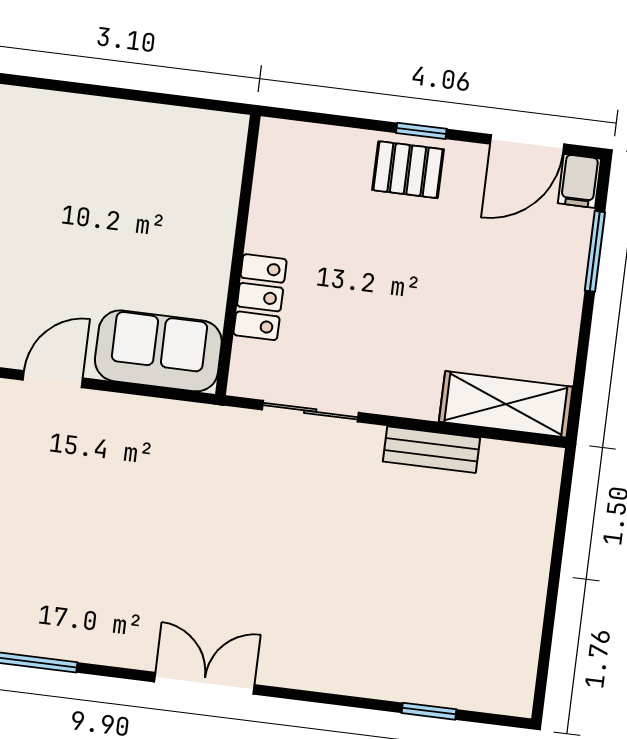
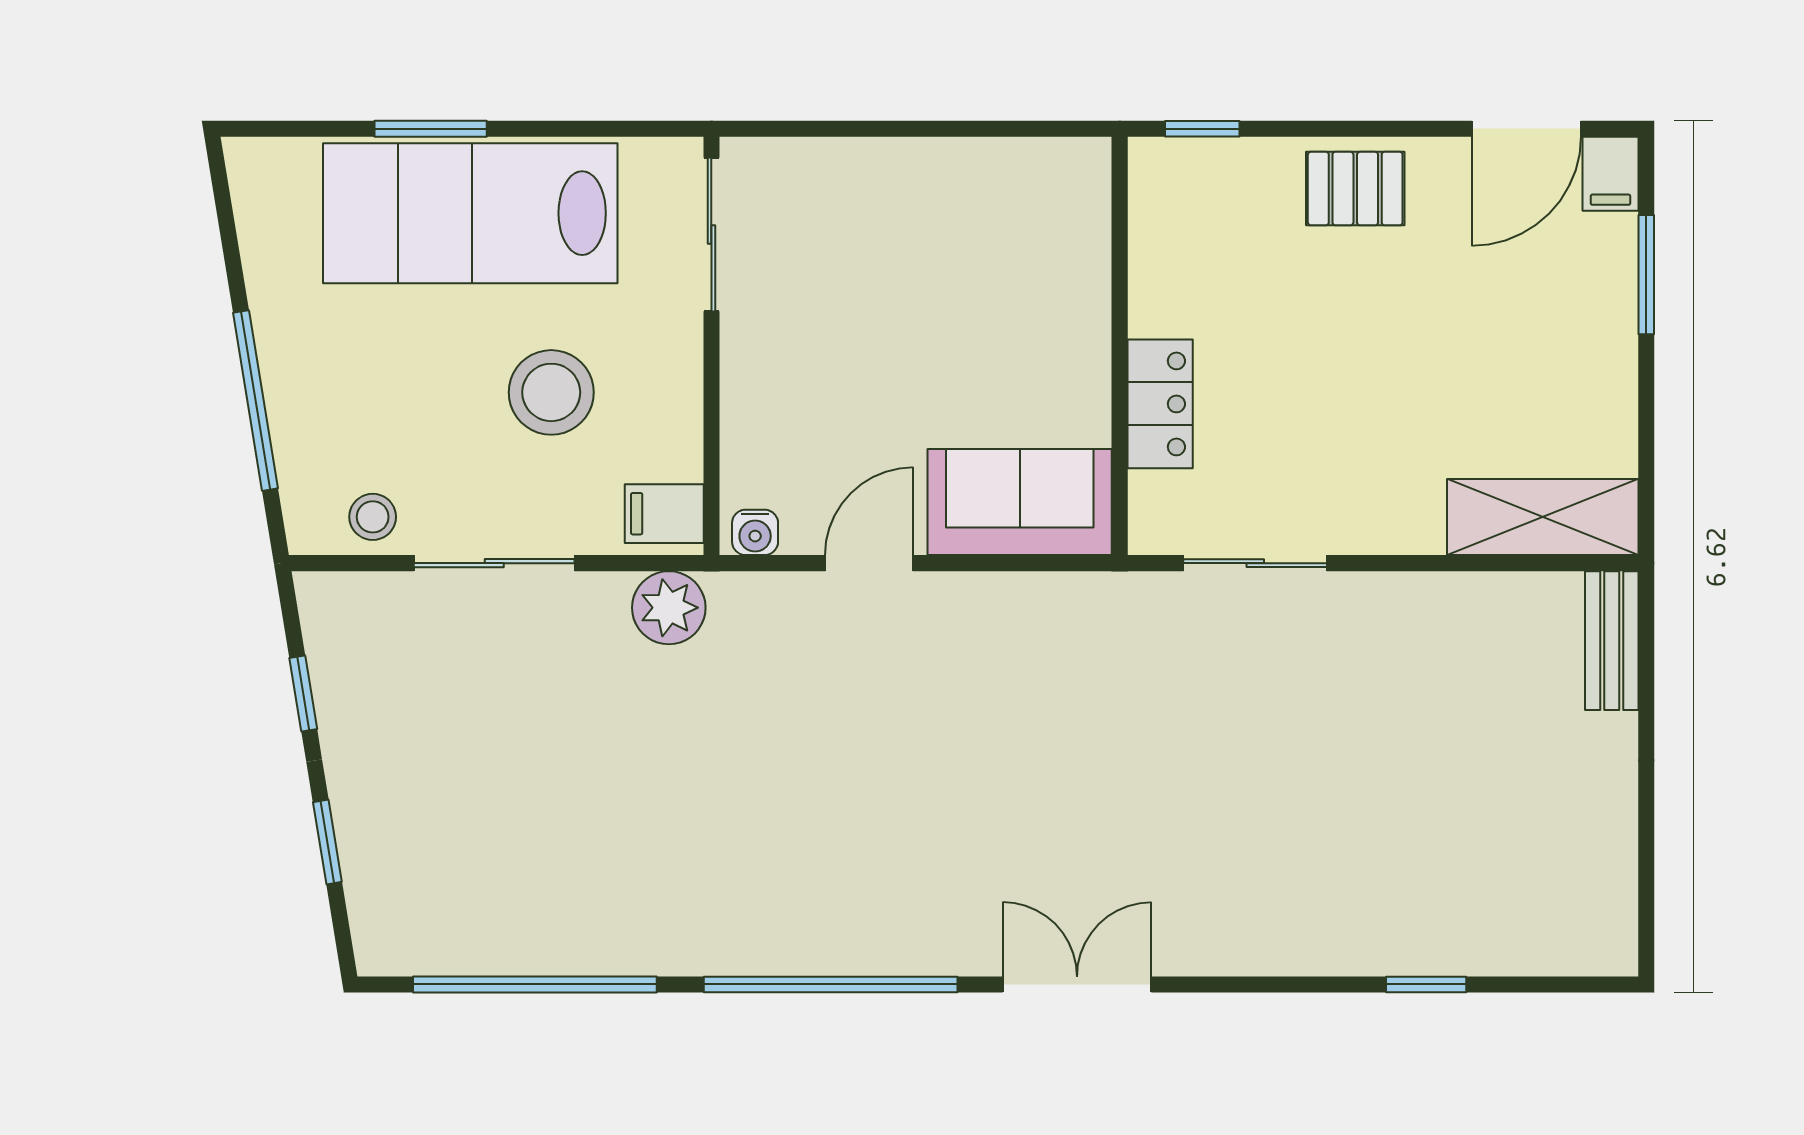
window: (421, 131) -> (1202, 129), moved
bench: (431, 450) -> (1612, 641), moved, turned 90
double door: (204, 683) -> (1077, 984), moved
window: (429, 711) -> (1426, 984), moved

